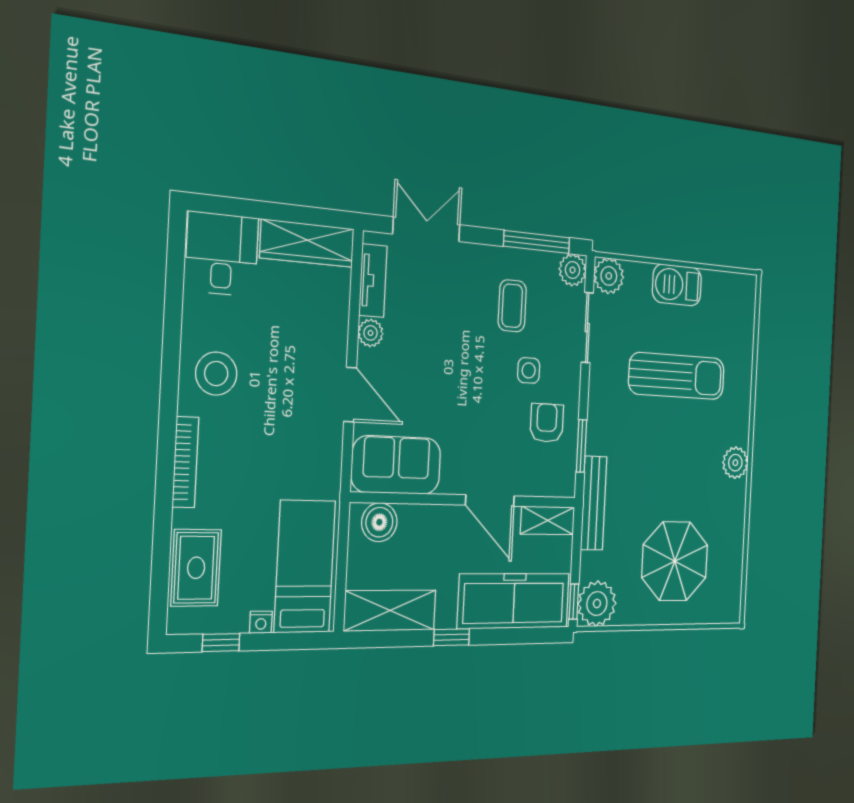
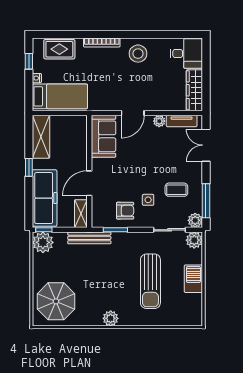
double door: (426, 229) -> (206, 145), swing flipped
boiler: (379, 522) -> (79, 130), removed
parasol: (675, 561) -> (56, 301), moved

